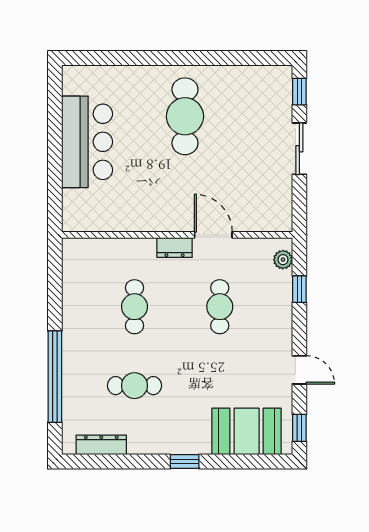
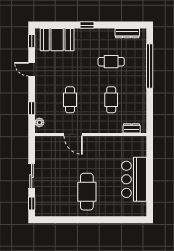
dresser: (175, 247) -> (132, 128), moved

